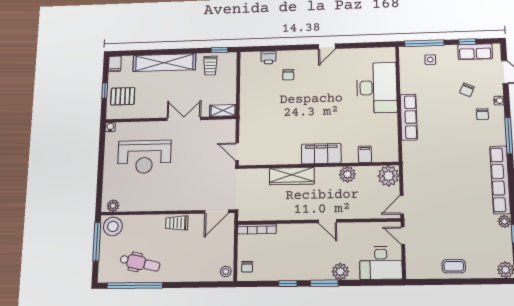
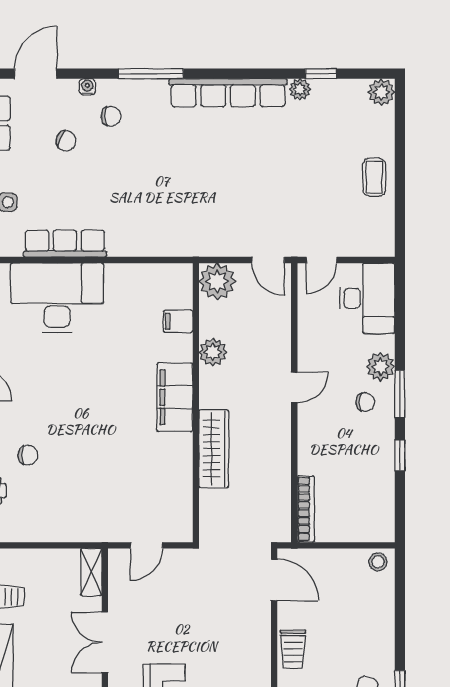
row of seats: (409, 117) -> (65, 244), moved
door: (237, 152) -> (146, 545), moved
chair: (247, 267) -> (365, 402), moved

